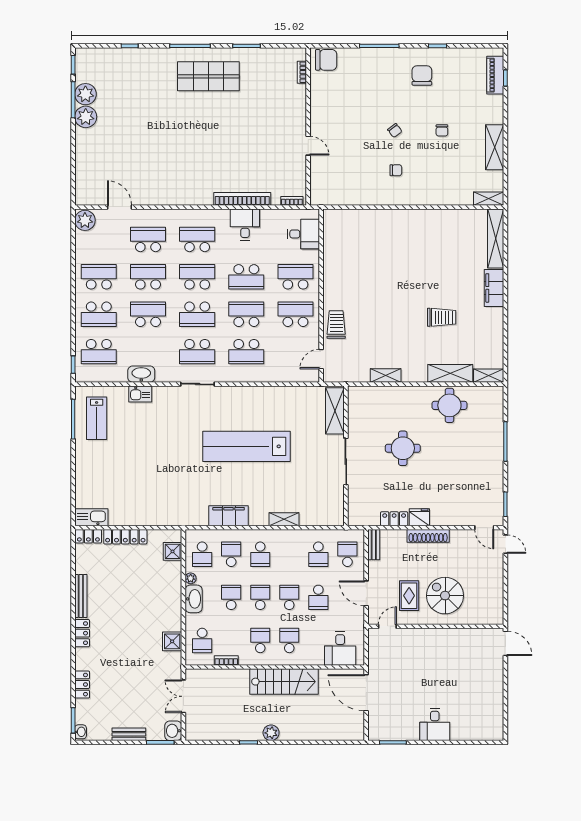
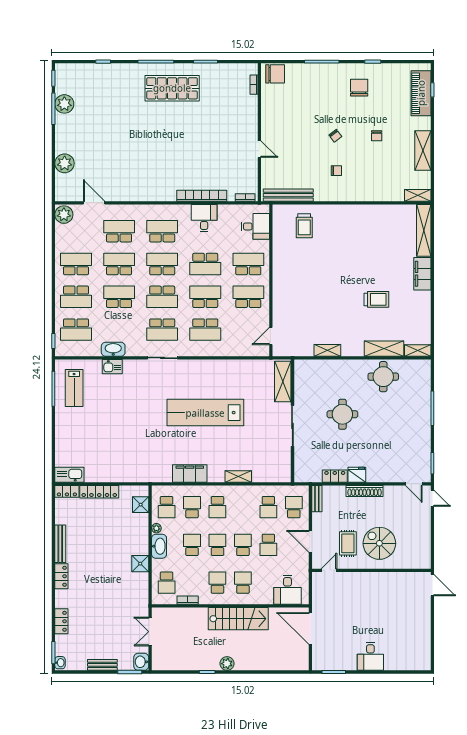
piano: (495, 75) -> (421, 93), width x1.37, depth x1.33
plant: (86, 117) -> (65, 163), moved
bench: (341, 198) -> (288, 195), added
trolley: (336, 325) -> (304, 226), moved, turned 180
shower: (172, 641) -> (140, 564), moved

